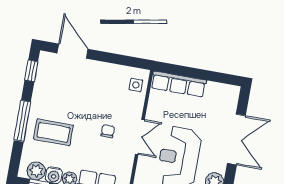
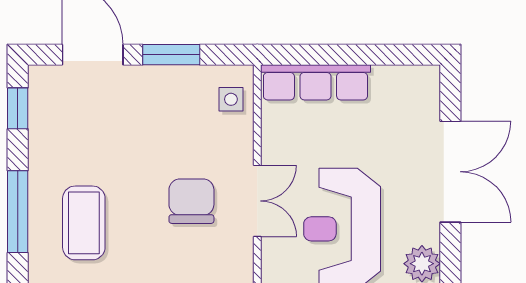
window: (111, 58) -> (171, 55), added
chair: (108, 131) -> (191, 201), width x1.87, depth x1.87
coffee table: (53, 132) -> (84, 223), turned 90

